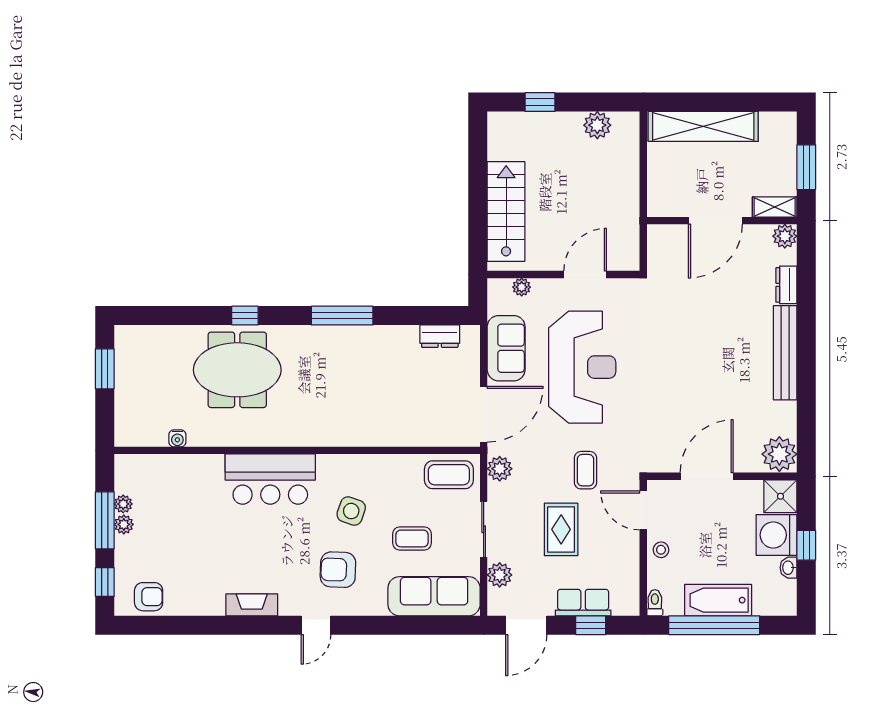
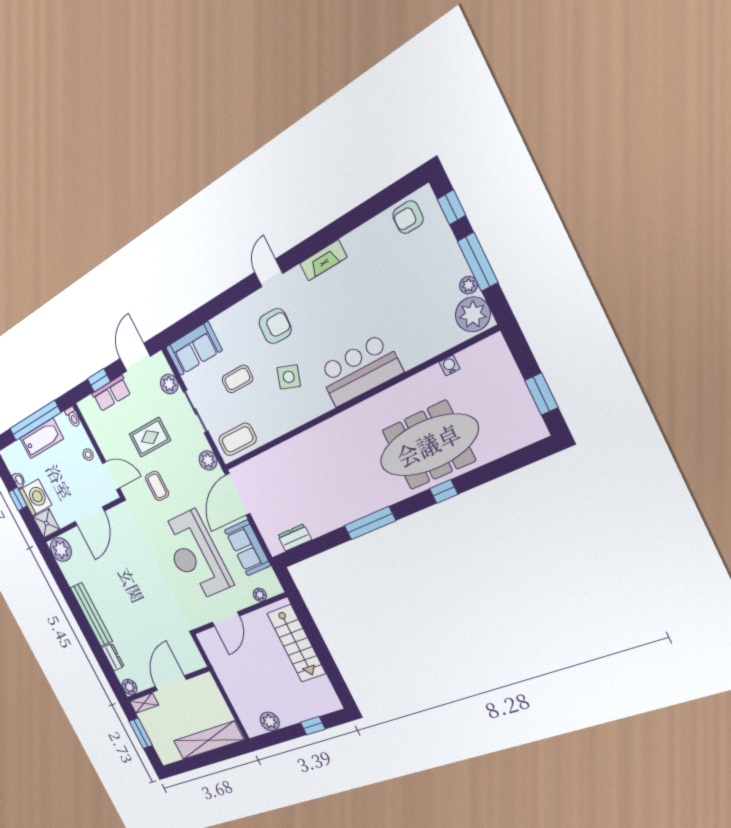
meeting table: (237, 370) -> (428, 445), width x1.36
plant: (124, 524) -> (473, 314), moved, width x1.87, depth x1.87
rug: (561, 529) -> (150, 437), turned 90
sofa: (434, 596) -> (194, 349), width x0.73

